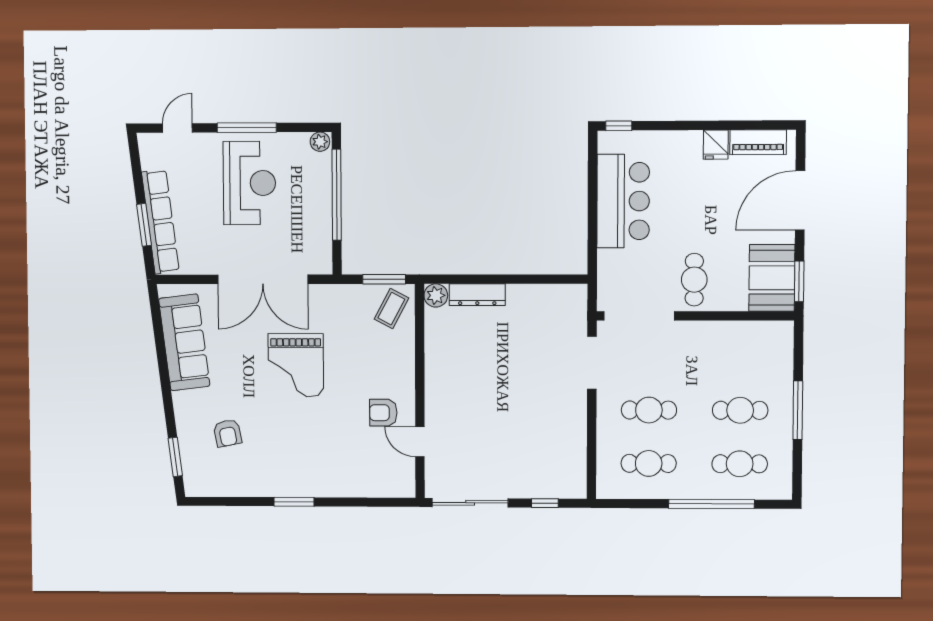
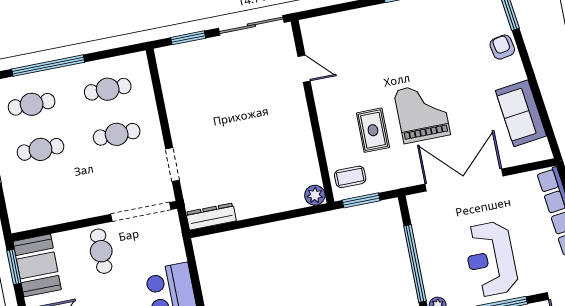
dresser: (477, 295) -> (211, 217), moved
coffee table: (391, 309) -> (350, 177), turned 62
sofa: (184, 342) -> (521, 113), width x0.73
rug: (355, 356) -> (373, 130), added
doorway: (592, 363) -> (172, 165), width x0.73
armchair: (383, 413) -> (340, 87), removed
armchair: (227, 433) -> (502, 47), moved
window: (545, 503) -> (188, 38), width x1.50

